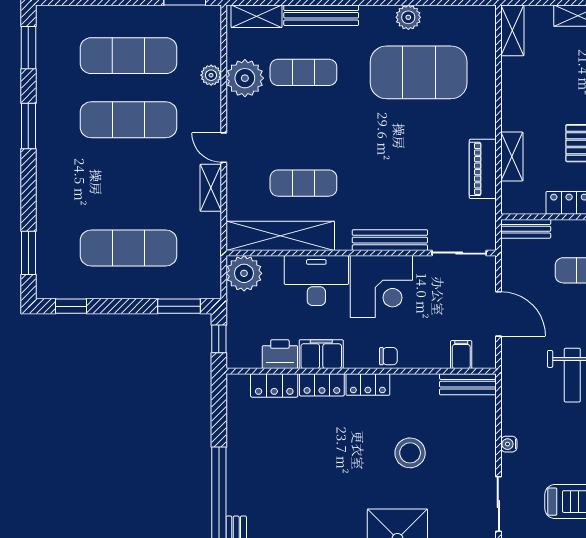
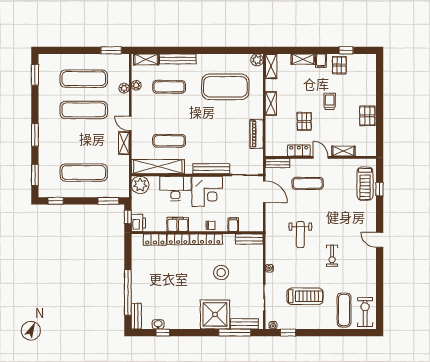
plant: (408, 17) -> (257, 60), moved
plant: (245, 78) -> (136, 85), width x0.53, depth x0.53
window: (28, 126) -> (35, 135), moved
shelving: (512, 157) -> (271, 103), moved
door: (498, 314) -> (264, 192), moved
printer: (280, 354) -> (138, 223), moved, turned 90
filing cabinet: (461, 355) -> (233, 225), moved
locker: (368, 385) -> (206, 239), width x1.53

